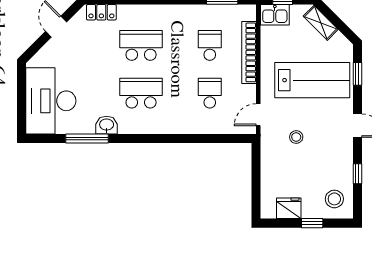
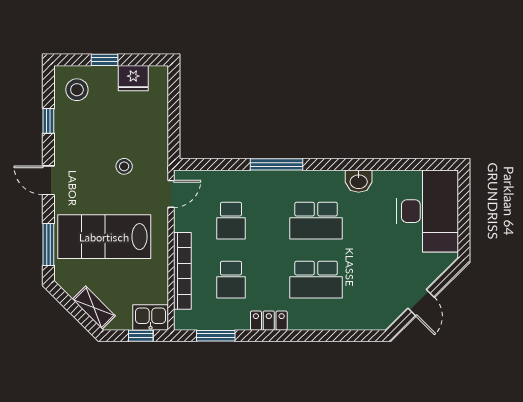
locker: (101, 12) -> (269, 321), moved
window: (357, 74) -> (48, 244), width x1.50
window: (87, 139) -> (277, 164), moved

